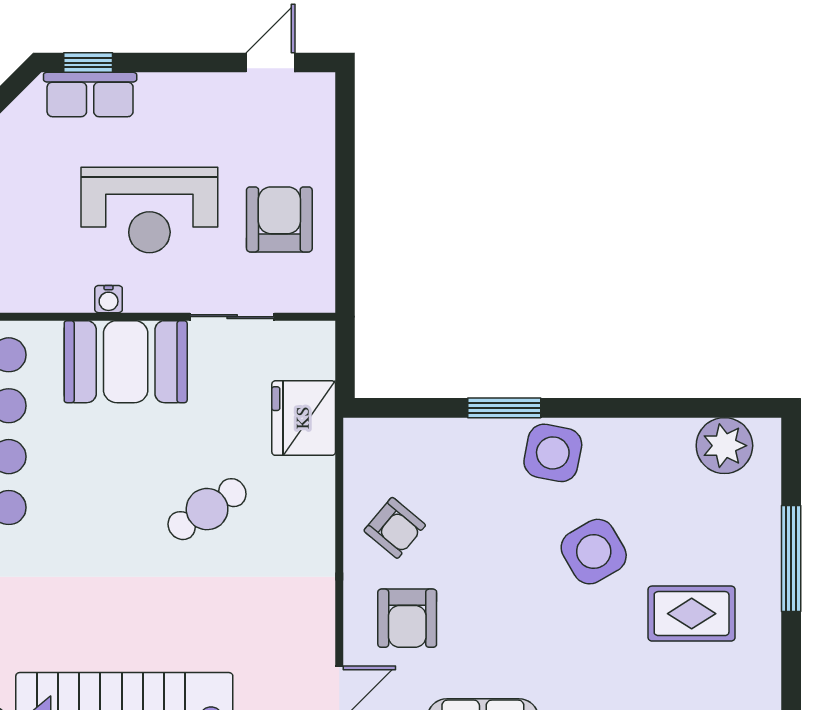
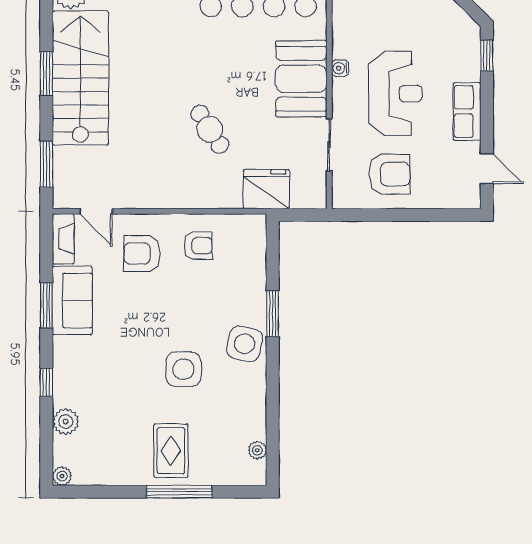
row of seats: (90, 95) -> (467, 111), moved
reception desk: (149, 210) -> (395, 94), turned 180
plant: (724, 446) -> (257, 450), width x0.53, depth x0.53
armchair: (395, 528) -> (198, 246), turned -130
side table: (594, 552) -> (183, 369), turned 30
rug: (692, 614) -> (171, 451), moved

